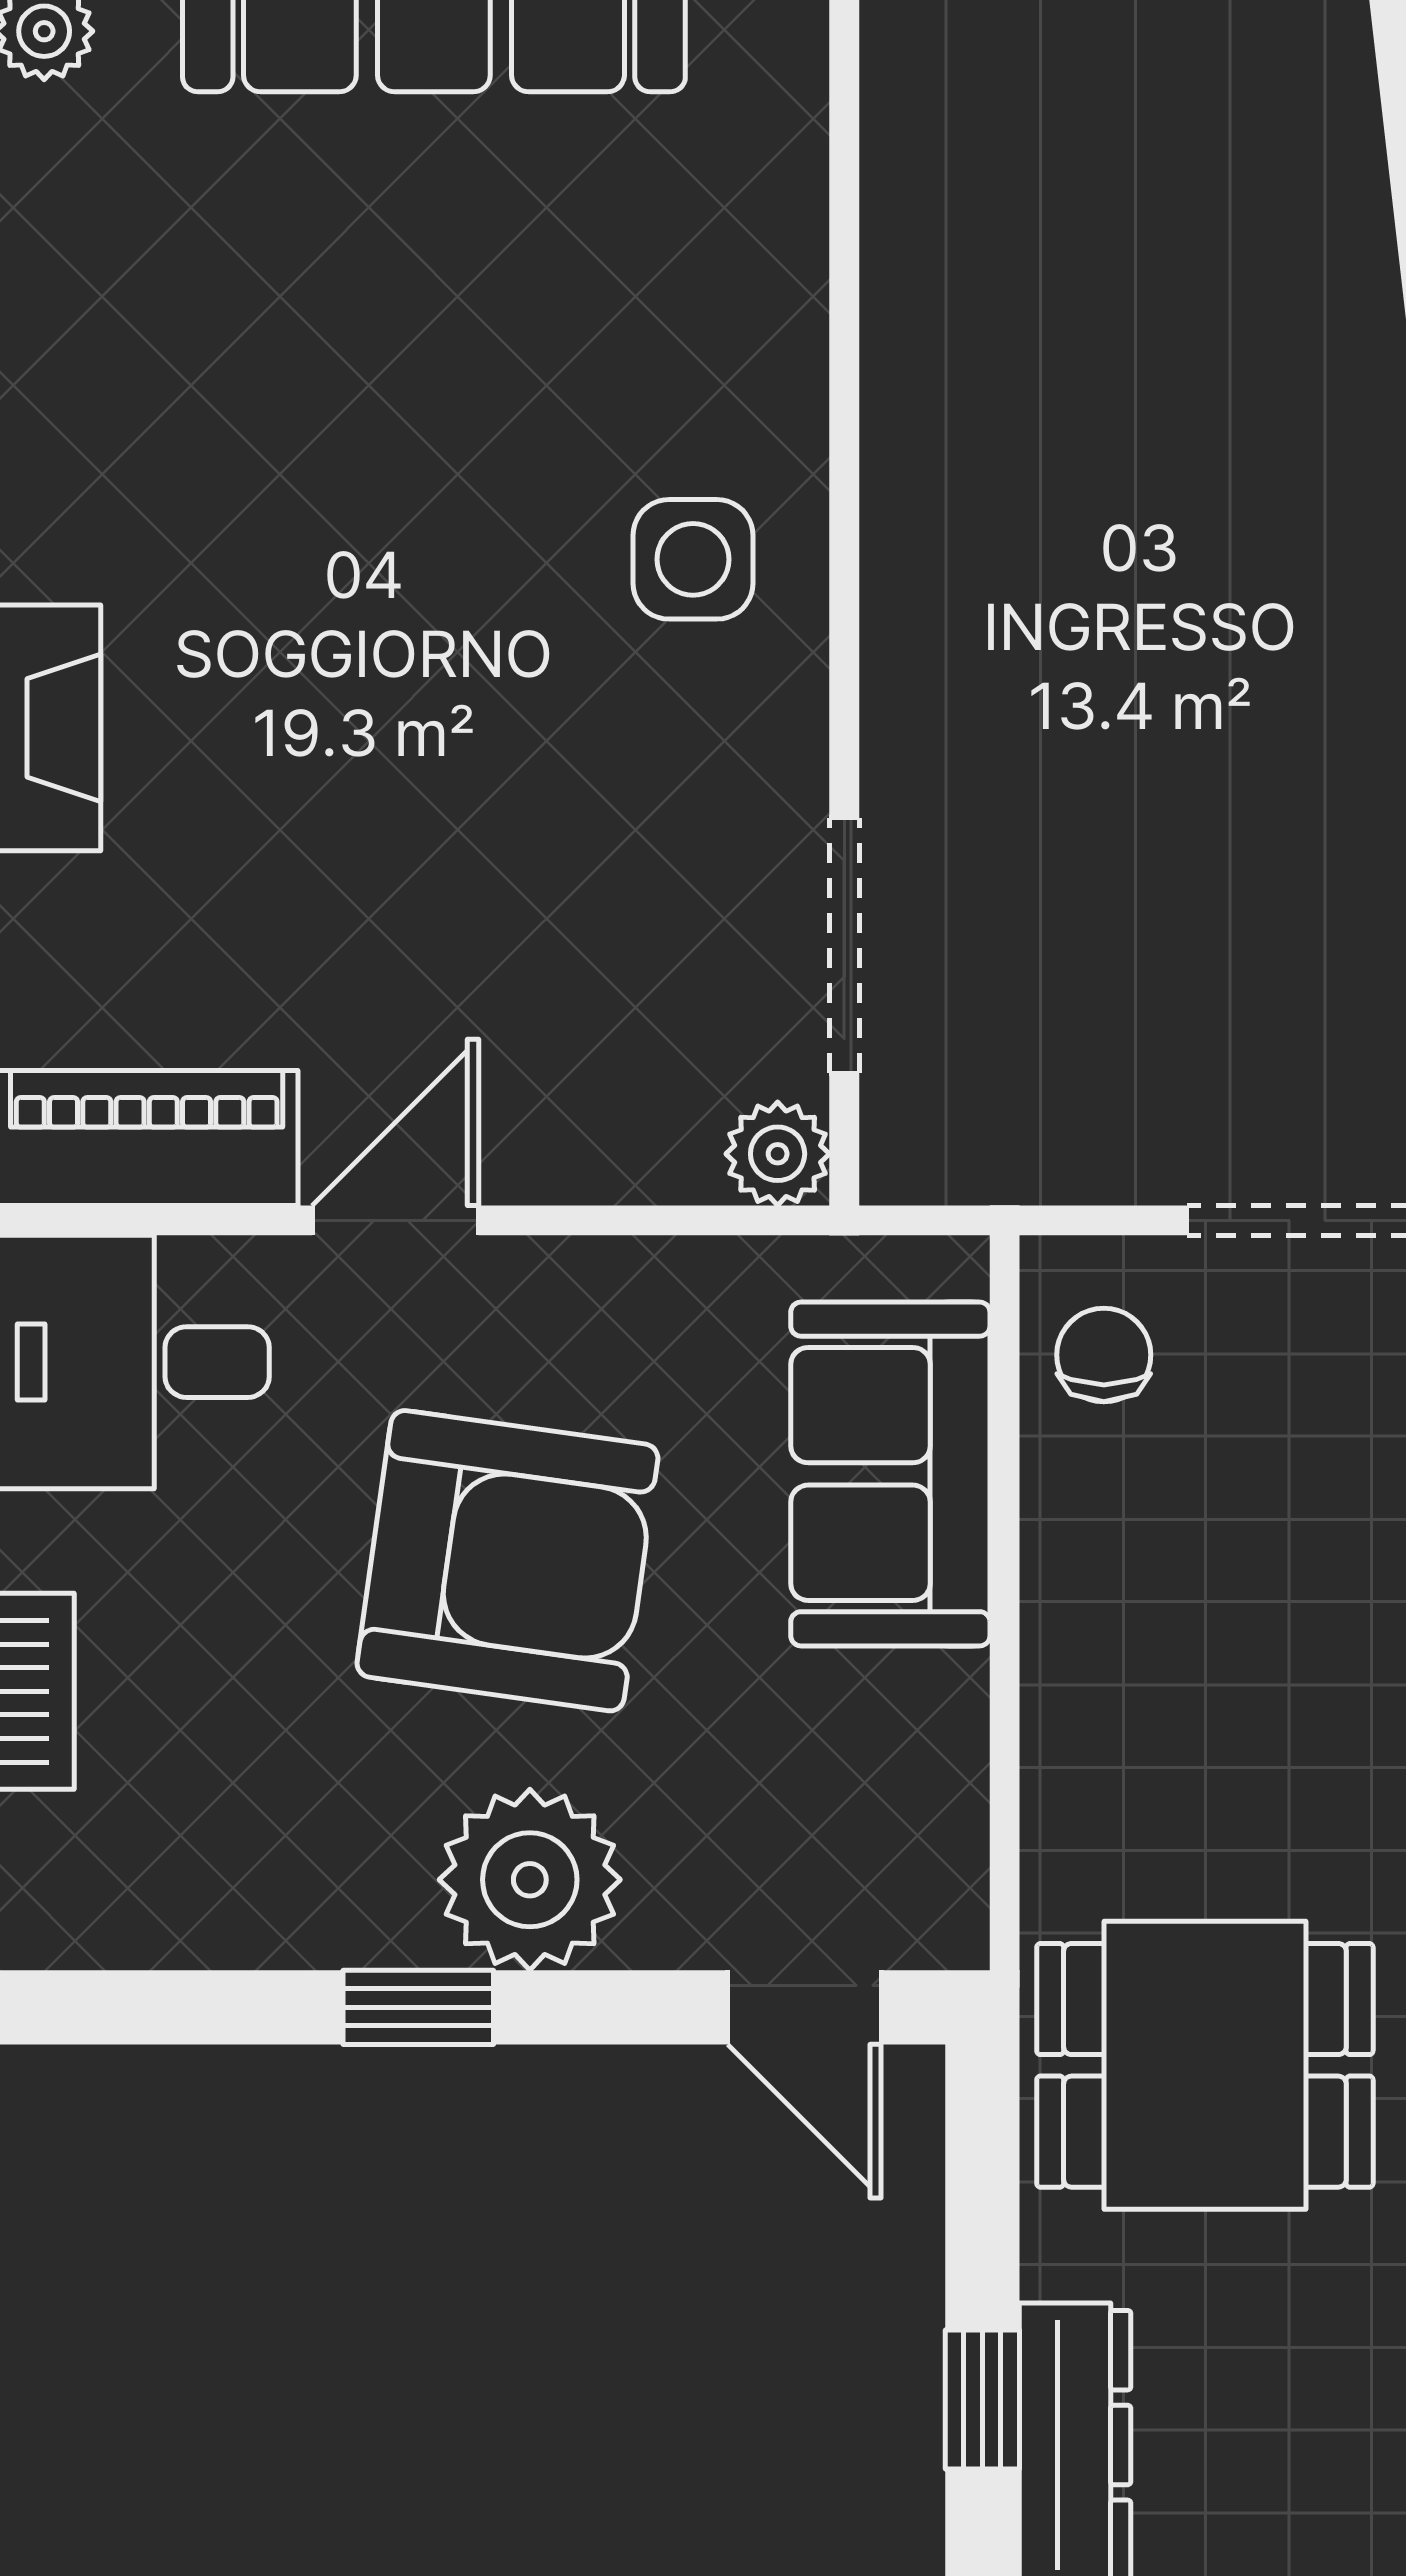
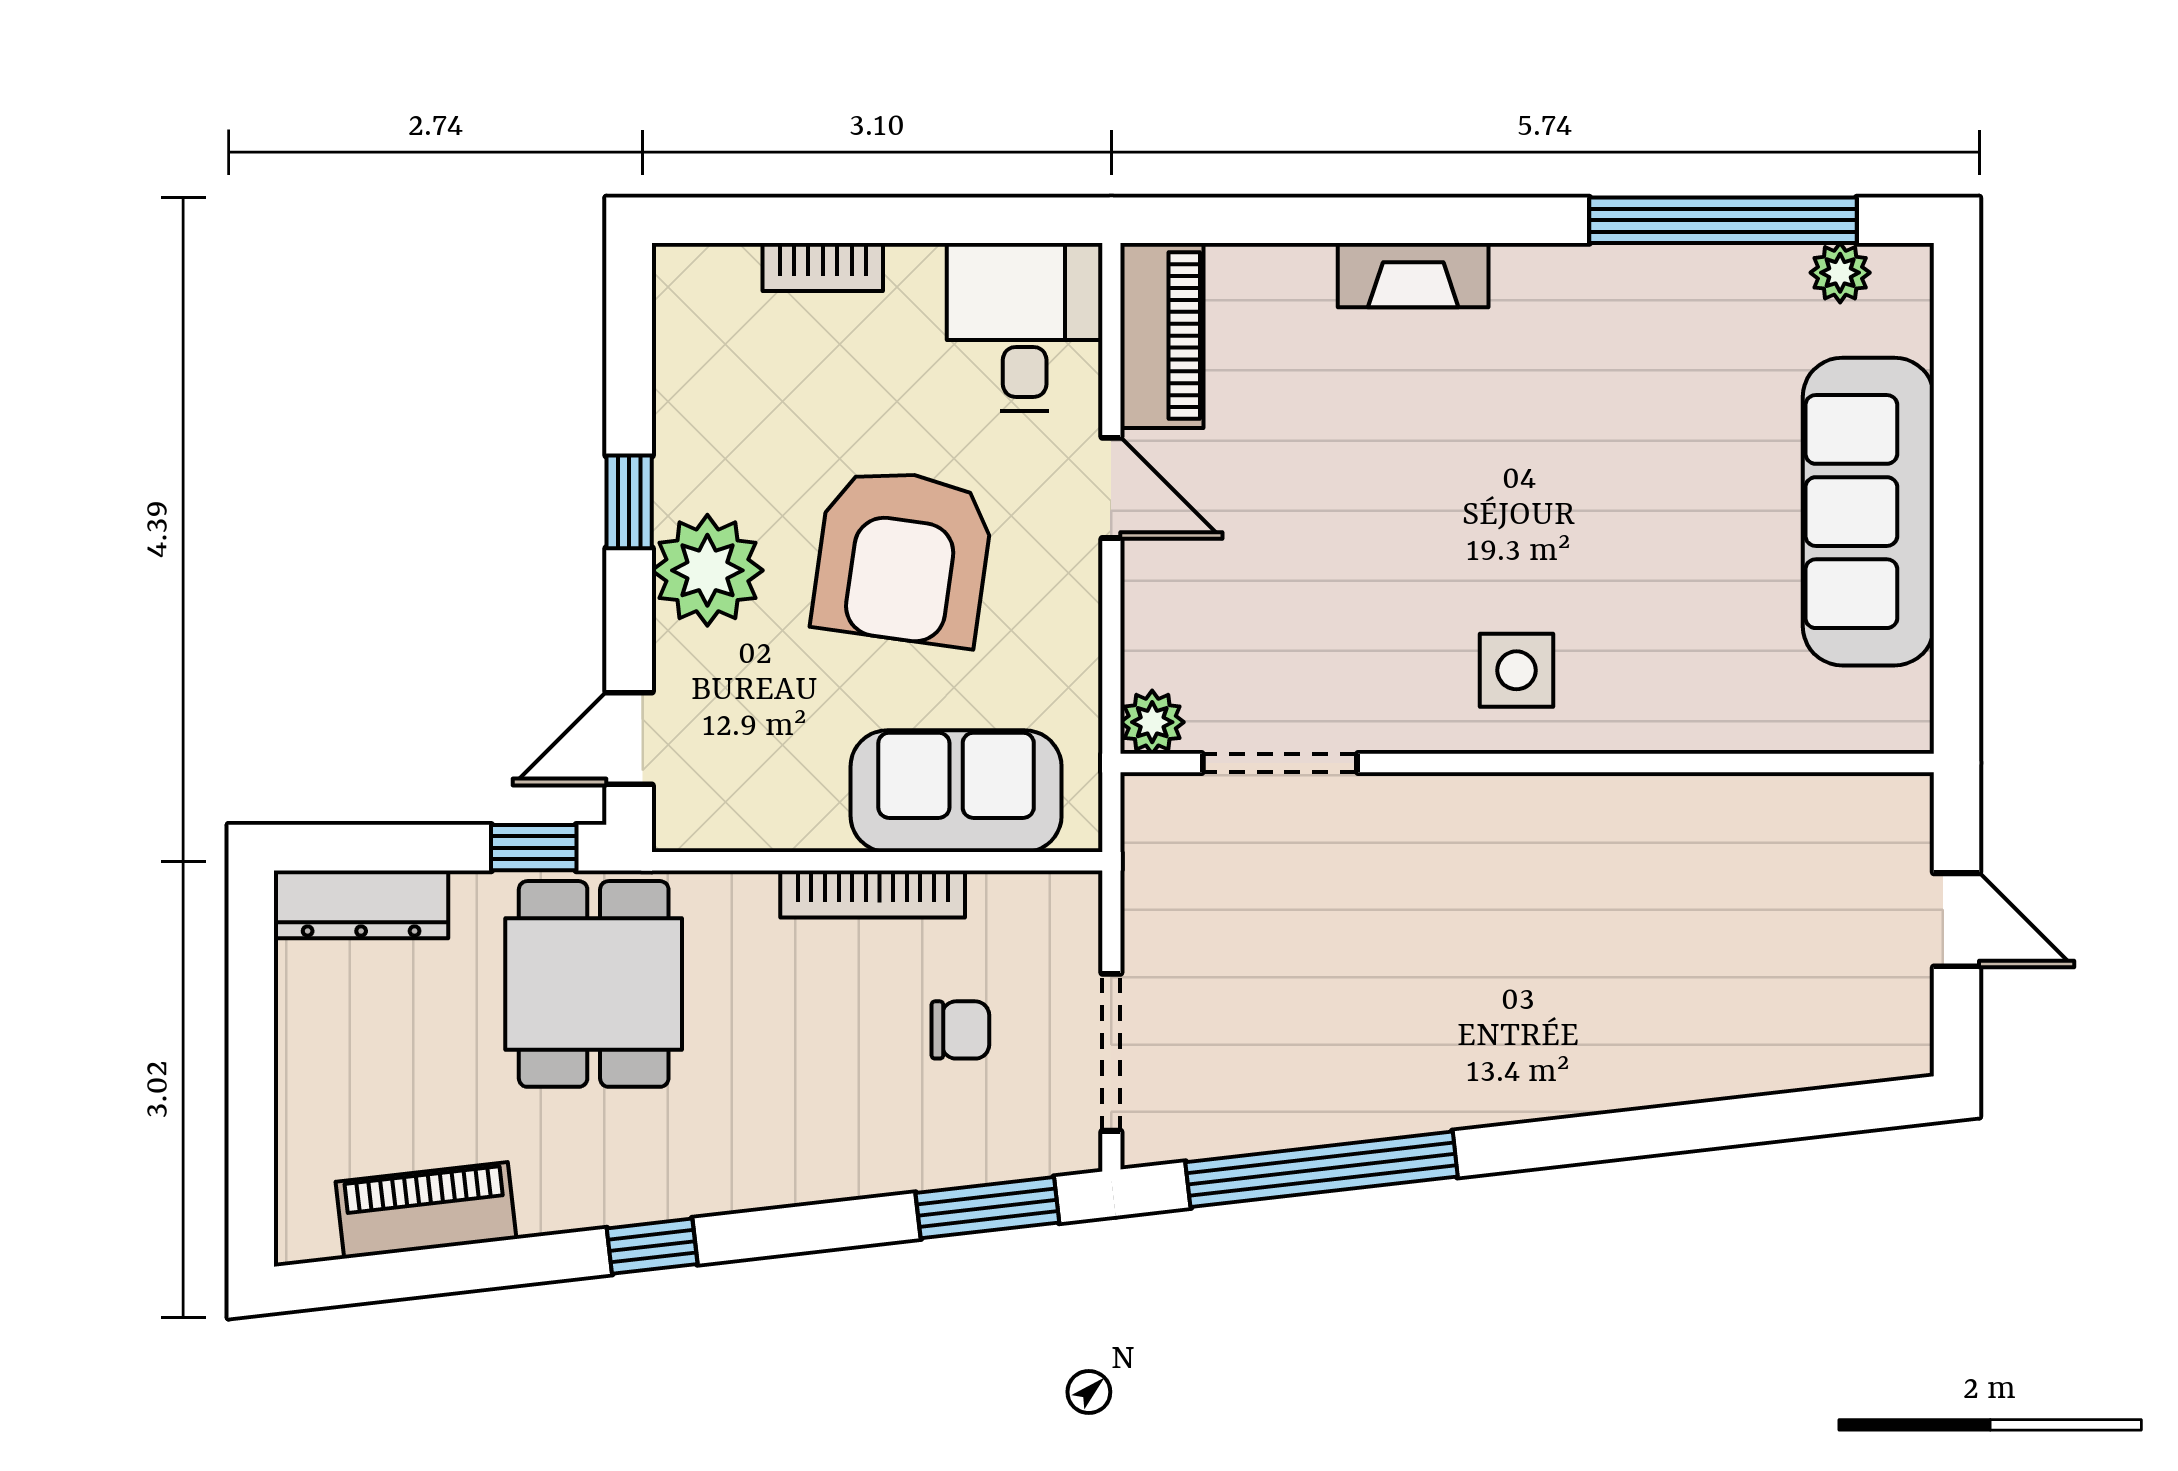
chair: (1104, 1355) -> (960, 1030), moved
bookcase: (1058, 1610) -> (873, 894), added
window: (982, 2400) -> (534, 848), moved

